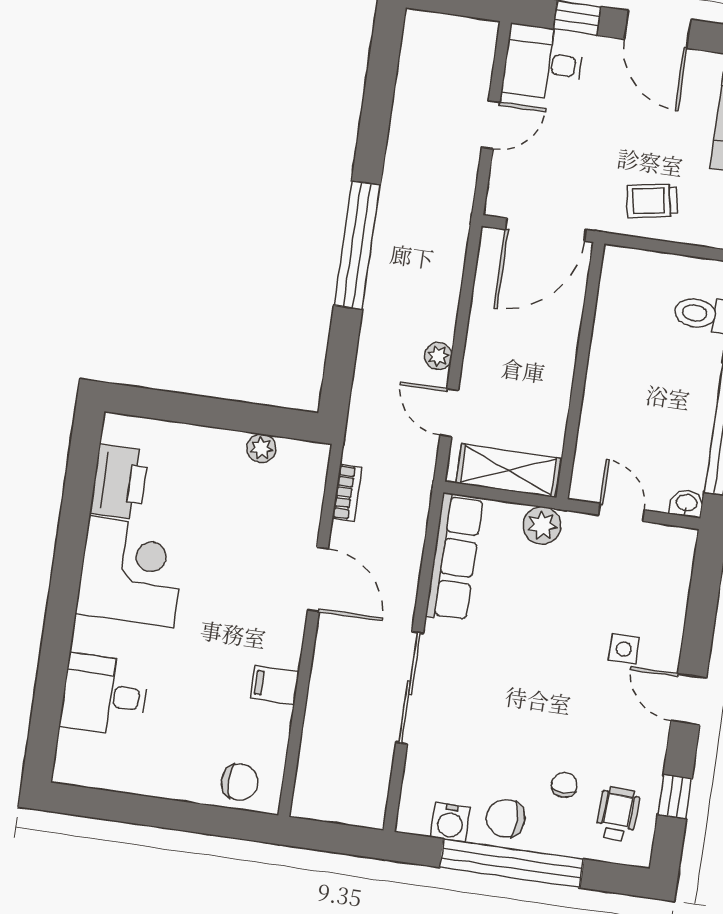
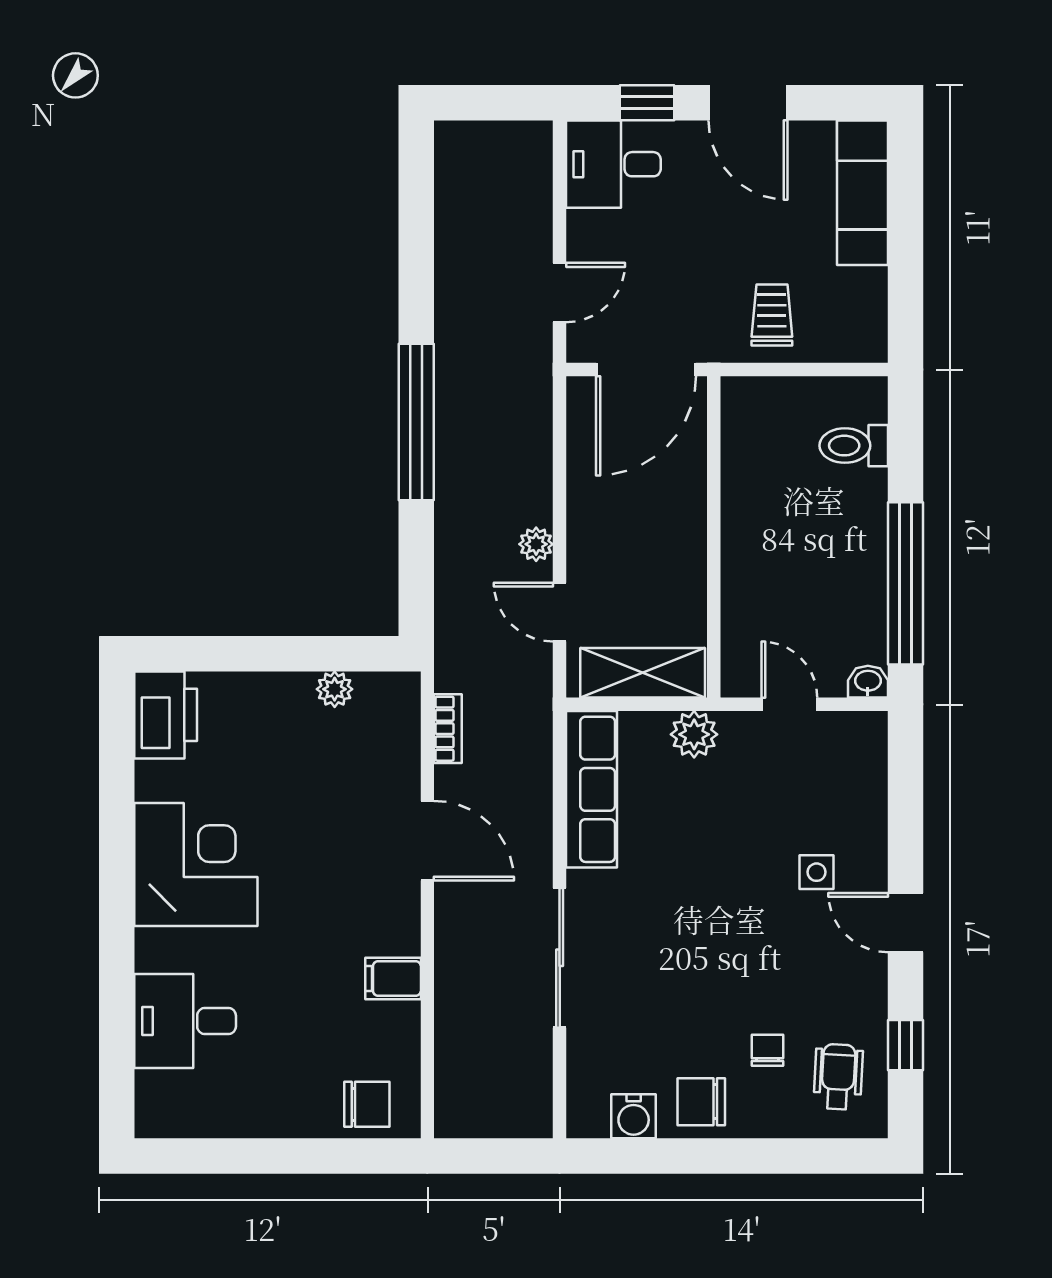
door: (491, 125) -> (560, 293), moved
trolley: (652, 201) -> (772, 315), turned 100
printer: (119, 482) -> (166, 715), moved
window: (512, 863) -> (716, 1156), removed

